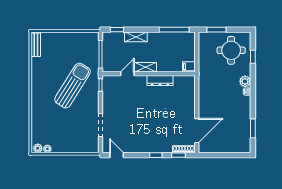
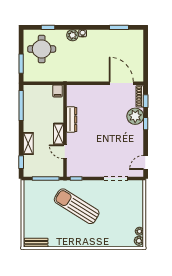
plant: (163, 145) -> (135, 116), added

